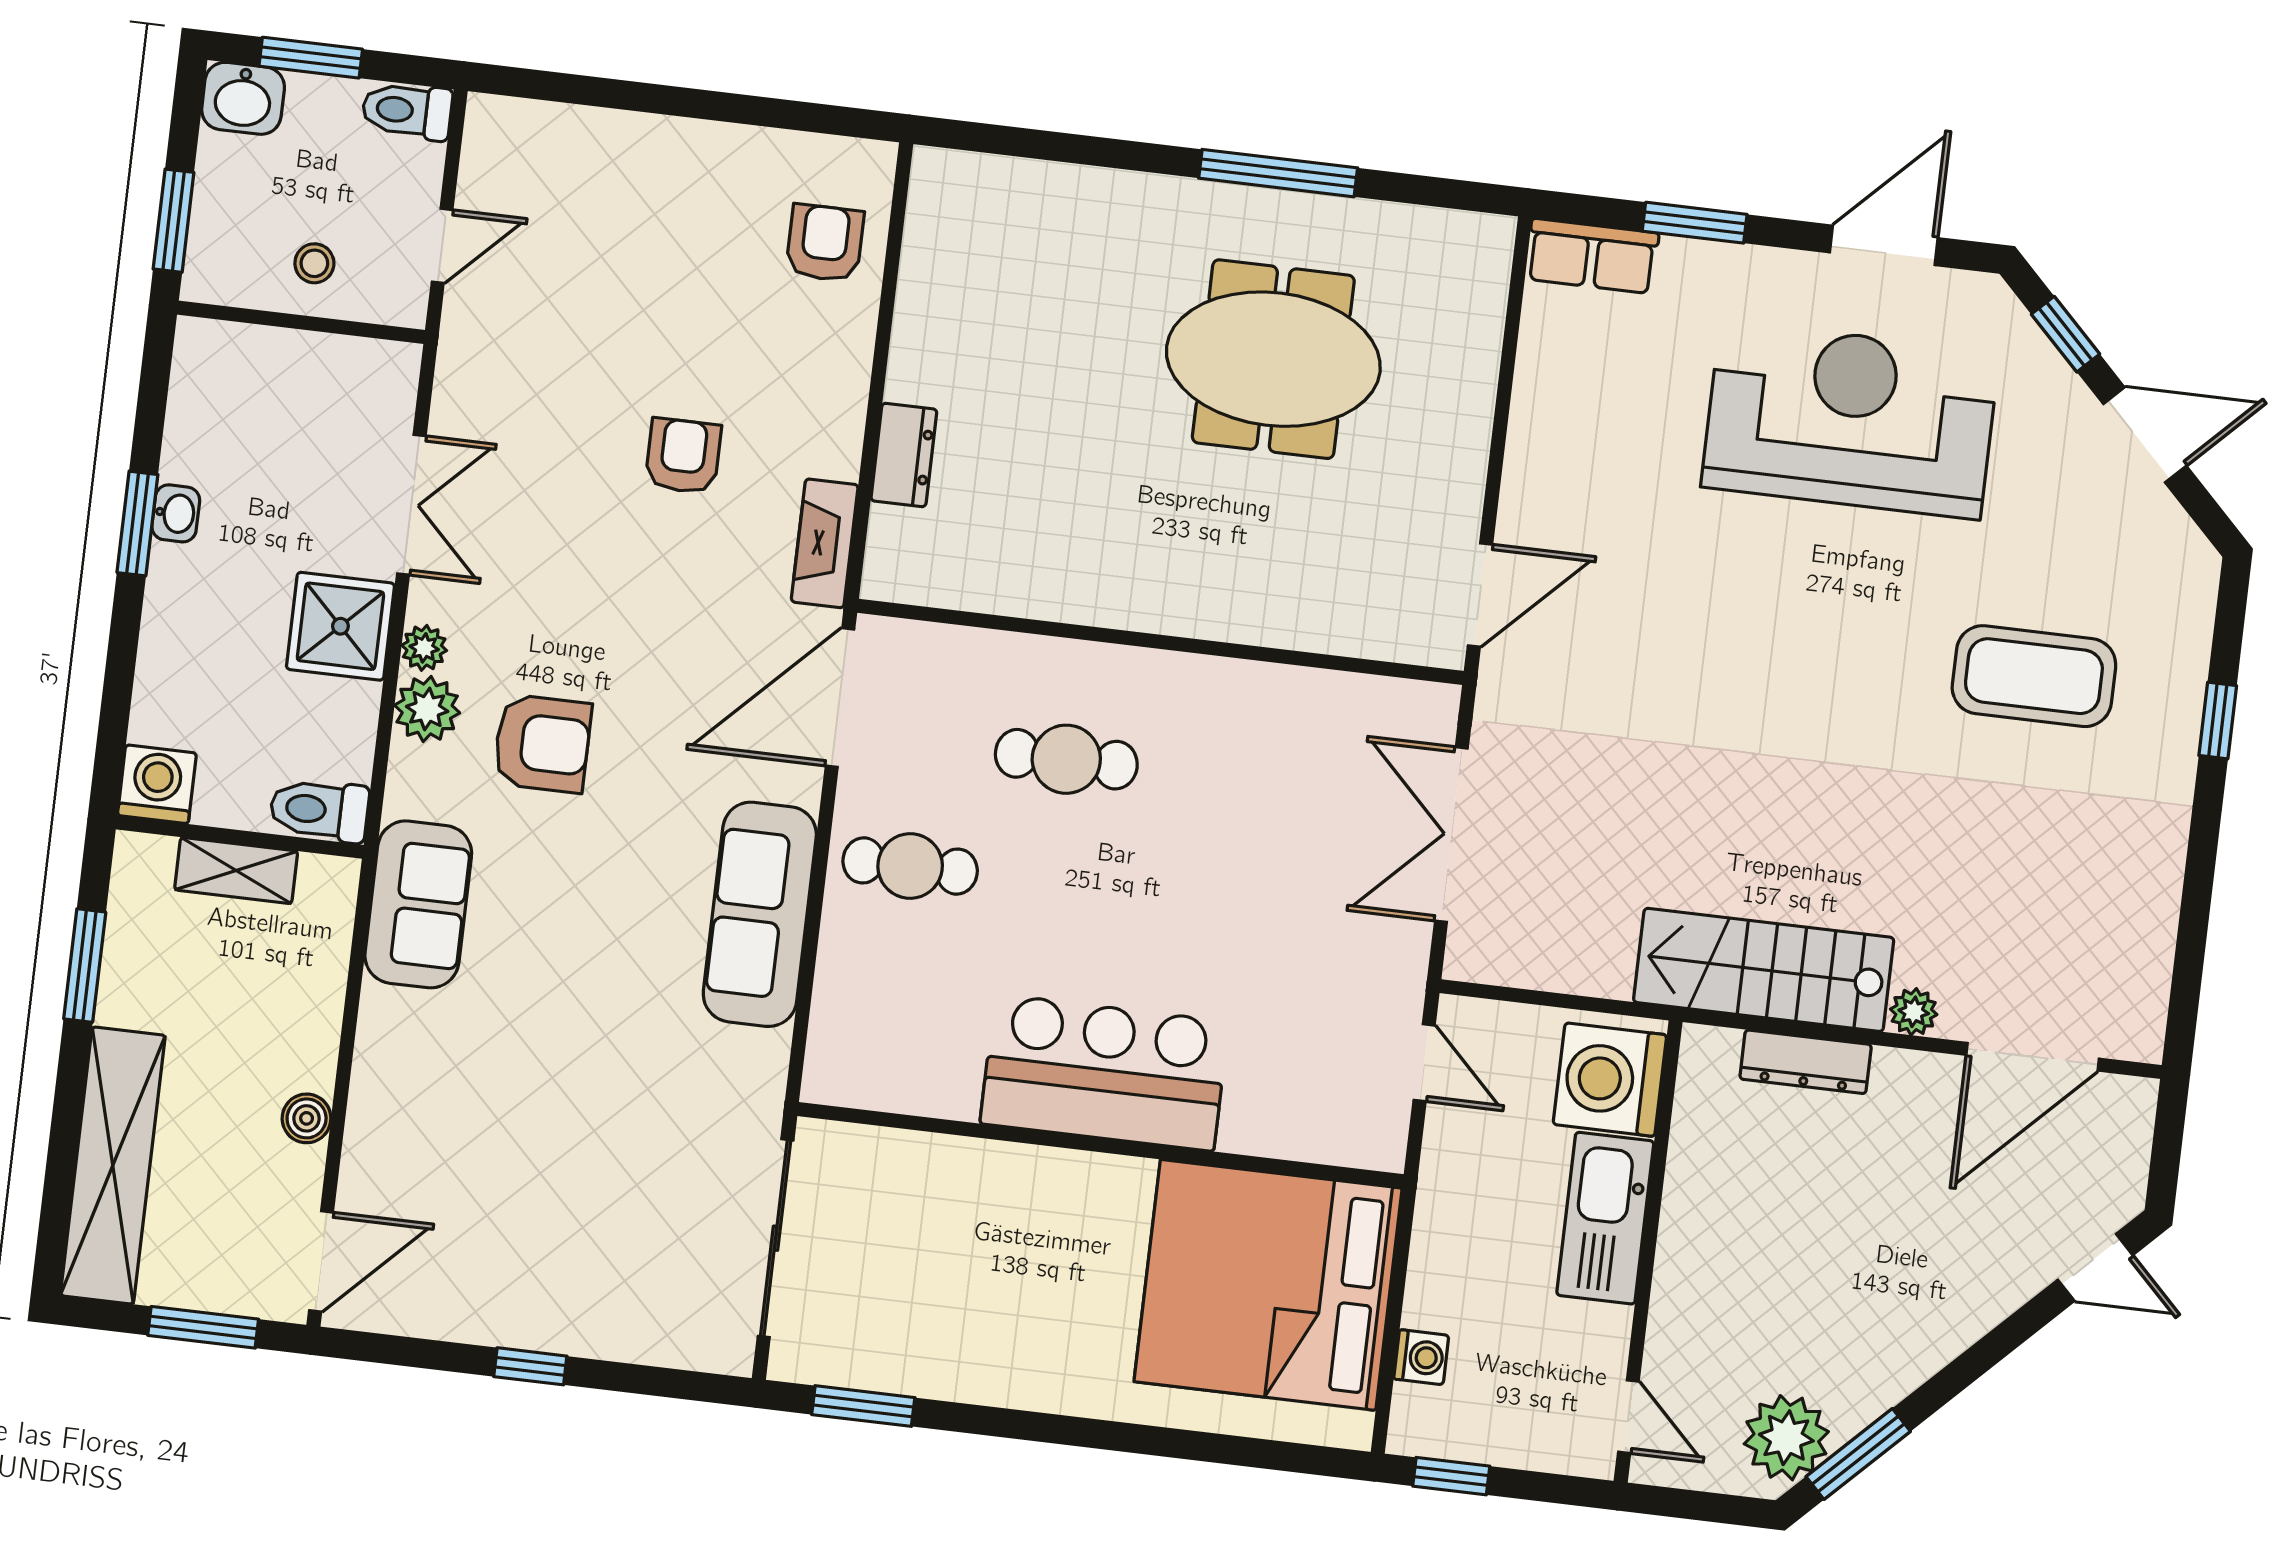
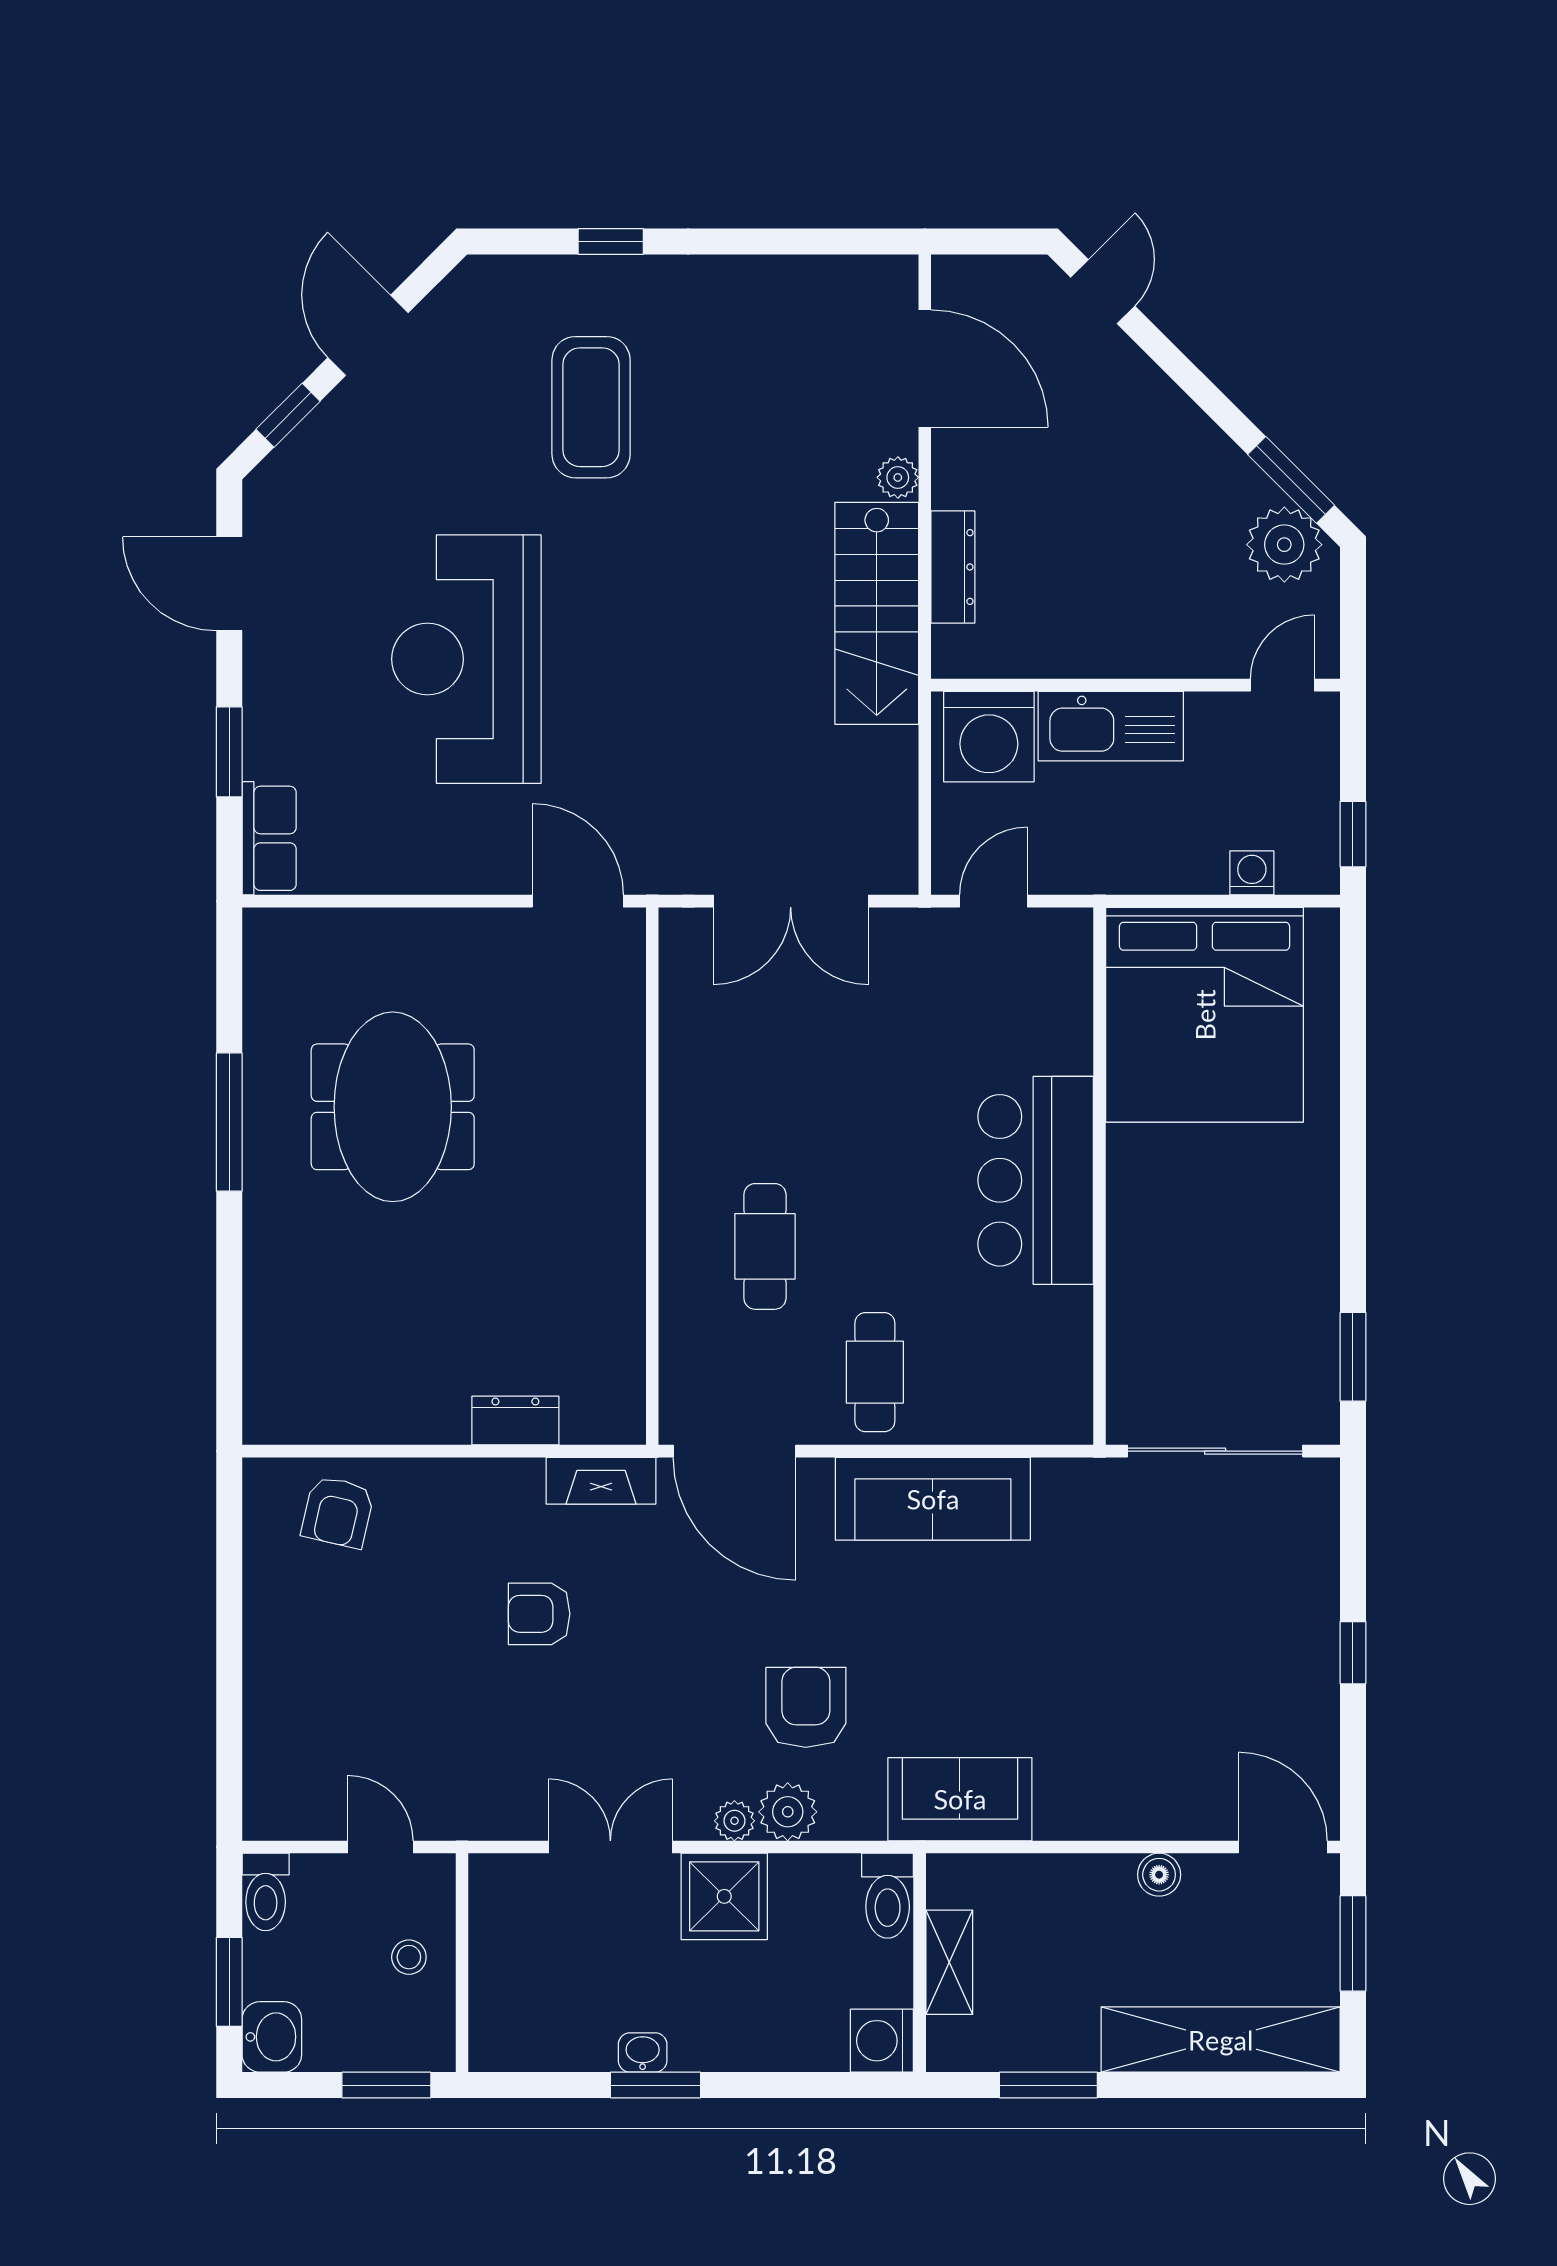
armchair: (825, 243) -> (338, 1512), turned -77
reception desk: (1850, 420) -> (466, 659), moved

